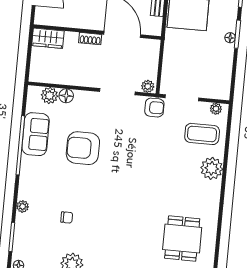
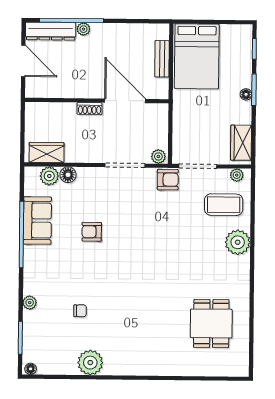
wardrobe: (48, 38) -> (47, 152), moved, turned 180
wardrobe: (222, 80) -> (241, 143), added
armchair: (83, 148) -> (92, 232), width x0.53, depth x0.53

